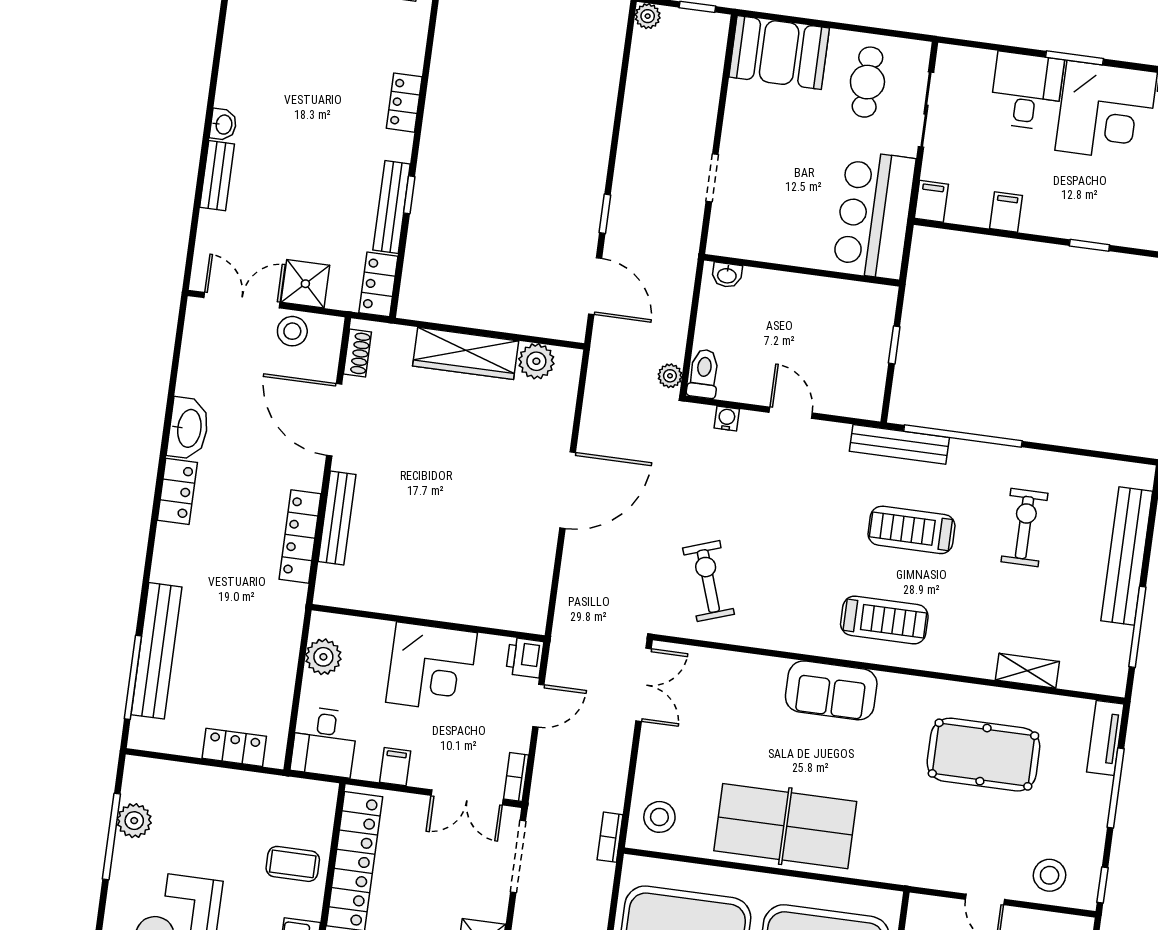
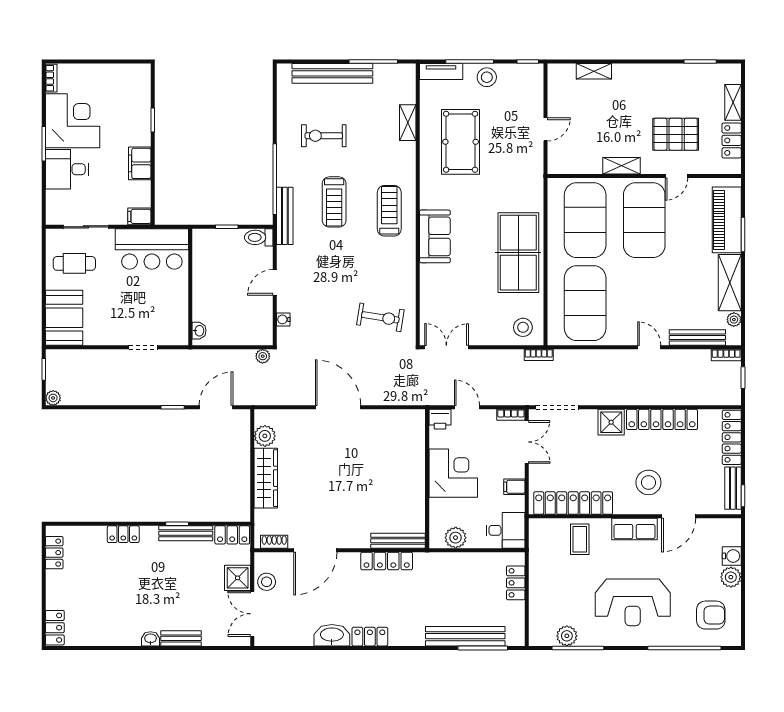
filing cabinet: (1006, 212) -> (140, 163), width x2.00
toilet: (704, 374) -> (259, 237), moved
bench: (337, 518) -> (398, 541), moved
exercise bike: (708, 581) -> (380, 317), turned -152
stool: (1050, 875) -> (487, 77), moved

